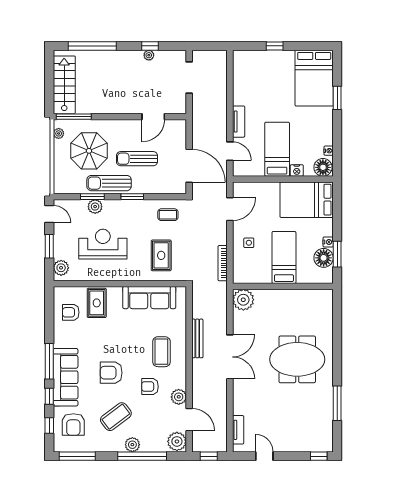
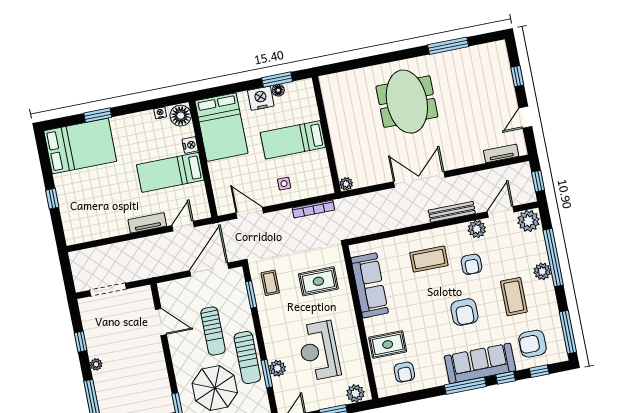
plant: (149, 55) -> (96, 364), moved
window: (132, 197) -> (251, 294), moved
nightstand: (328, 242) -> (261, 98), width x1.89, depth x1.79
floor lamp: (324, 258) -> (278, 90), width x0.53, depth x0.53
plant: (243, 300) -> (346, 184), width x0.53, depth x0.53
bench: (197, 338) -> (452, 212), moved
coffee table: (116, 417) -> (514, 297), turned 37
armchair: (73, 425) -> (533, 344), turned 180
window: (319, 456) -> (517, 76), moved

